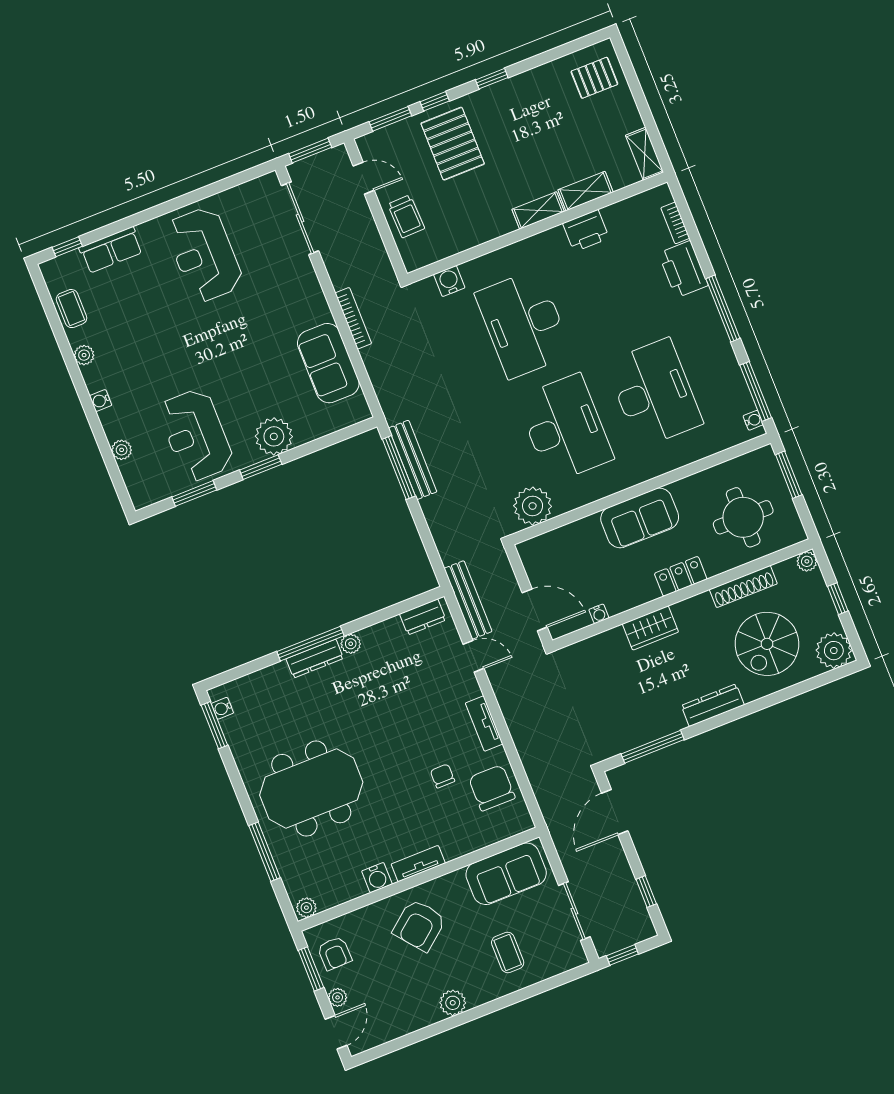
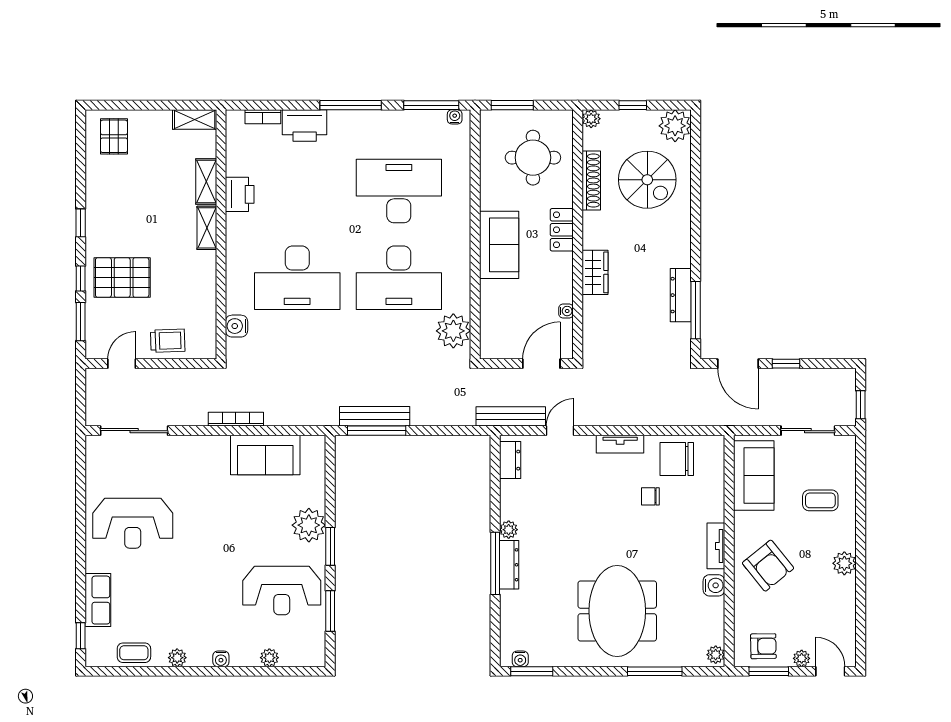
window: (310, 151) -> (81, 399), removed
desk: (565, 428) -> (399, 278), turned 180
dresser: (713, 705) -> (681, 295), moved
window: (646, 892) -> (786, 364), moved

